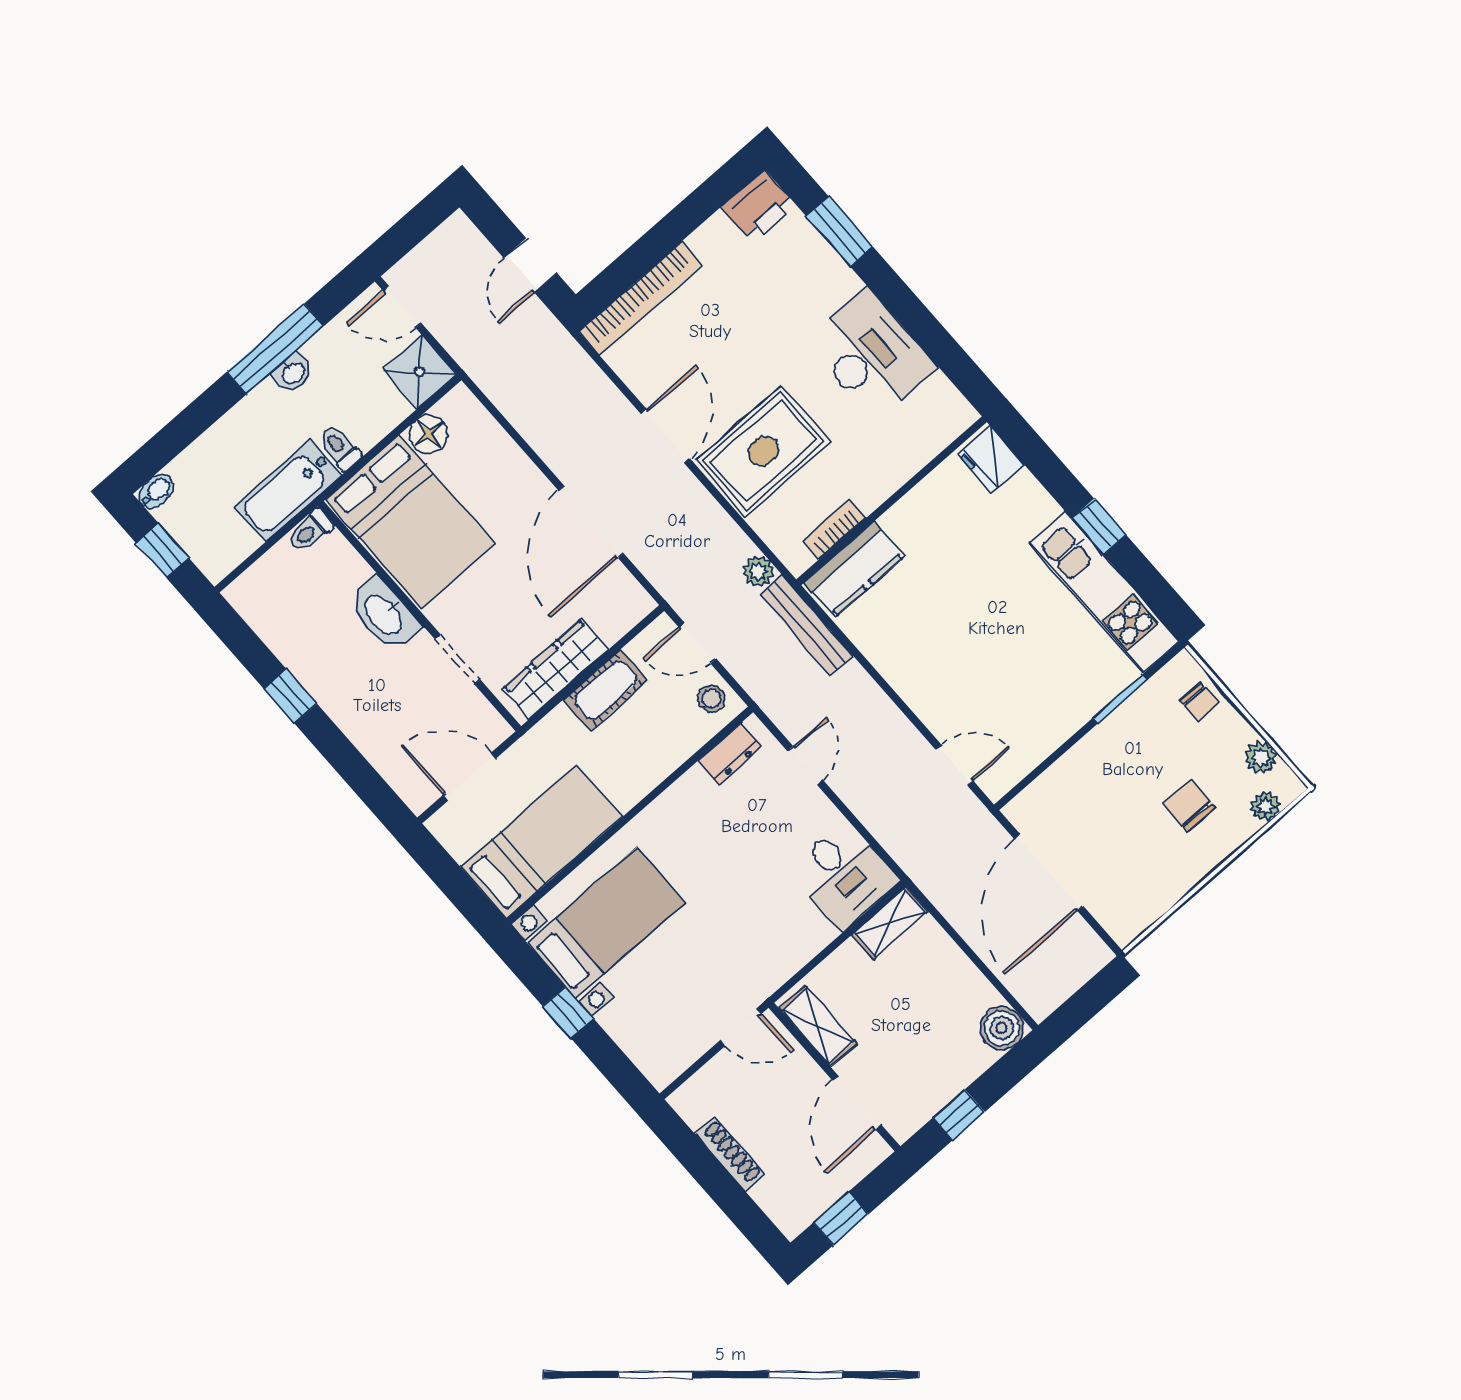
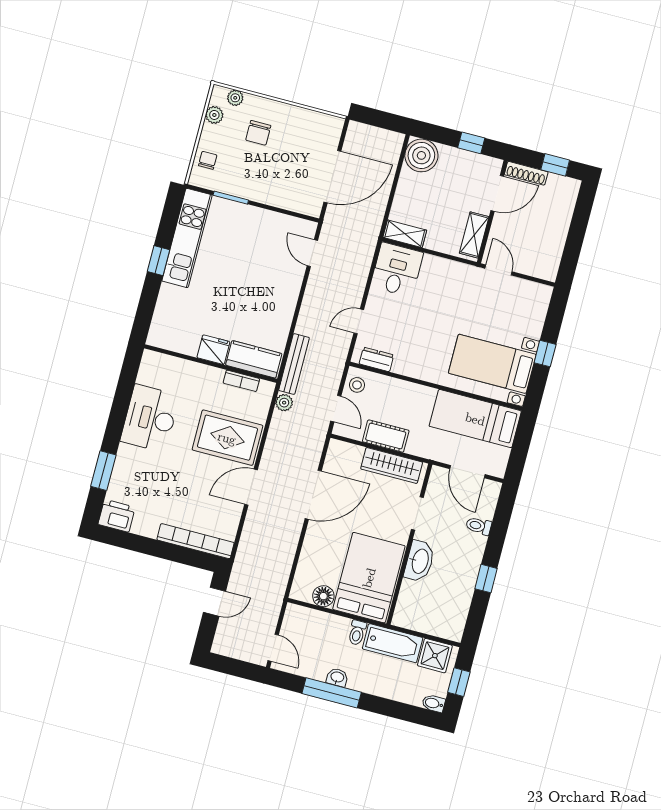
shower: (420, 372) -> (435, 656), moved
fridge: (991, 459) -> (213, 350), moved, turned -90
toilet: (310, 531) -> (479, 526), moved, turned 180
boiler: (1002, 1028) -> (421, 155), width x1.37, depth x1.37
shoe rack: (730, 1154) -> (526, 173), moved, turned -90

